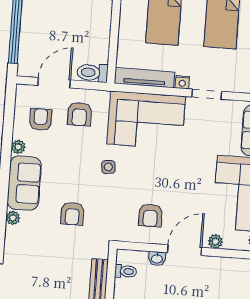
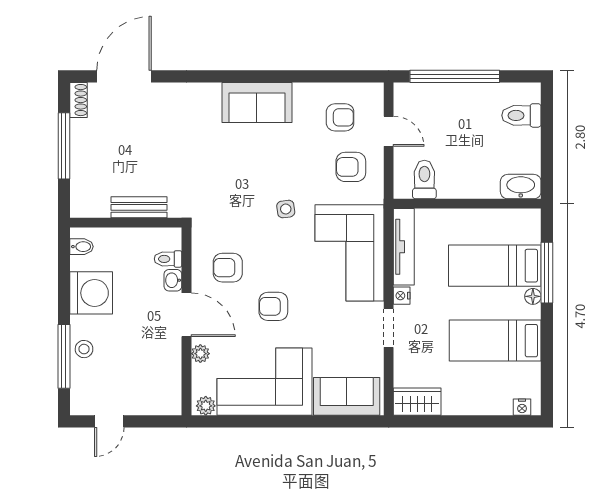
toilet: (92, 73) -> (424, 179), moved
door: (54, 83) -> (389, 131), width x0.73
plant: (18, 147) -> (303, 91), removed
armchair: (72, 214) -> (273, 306), moved
plant: (13, 218) -> (211, 91), removed
toilet: (126, 271) -> (168, 259), moved, turned 90

